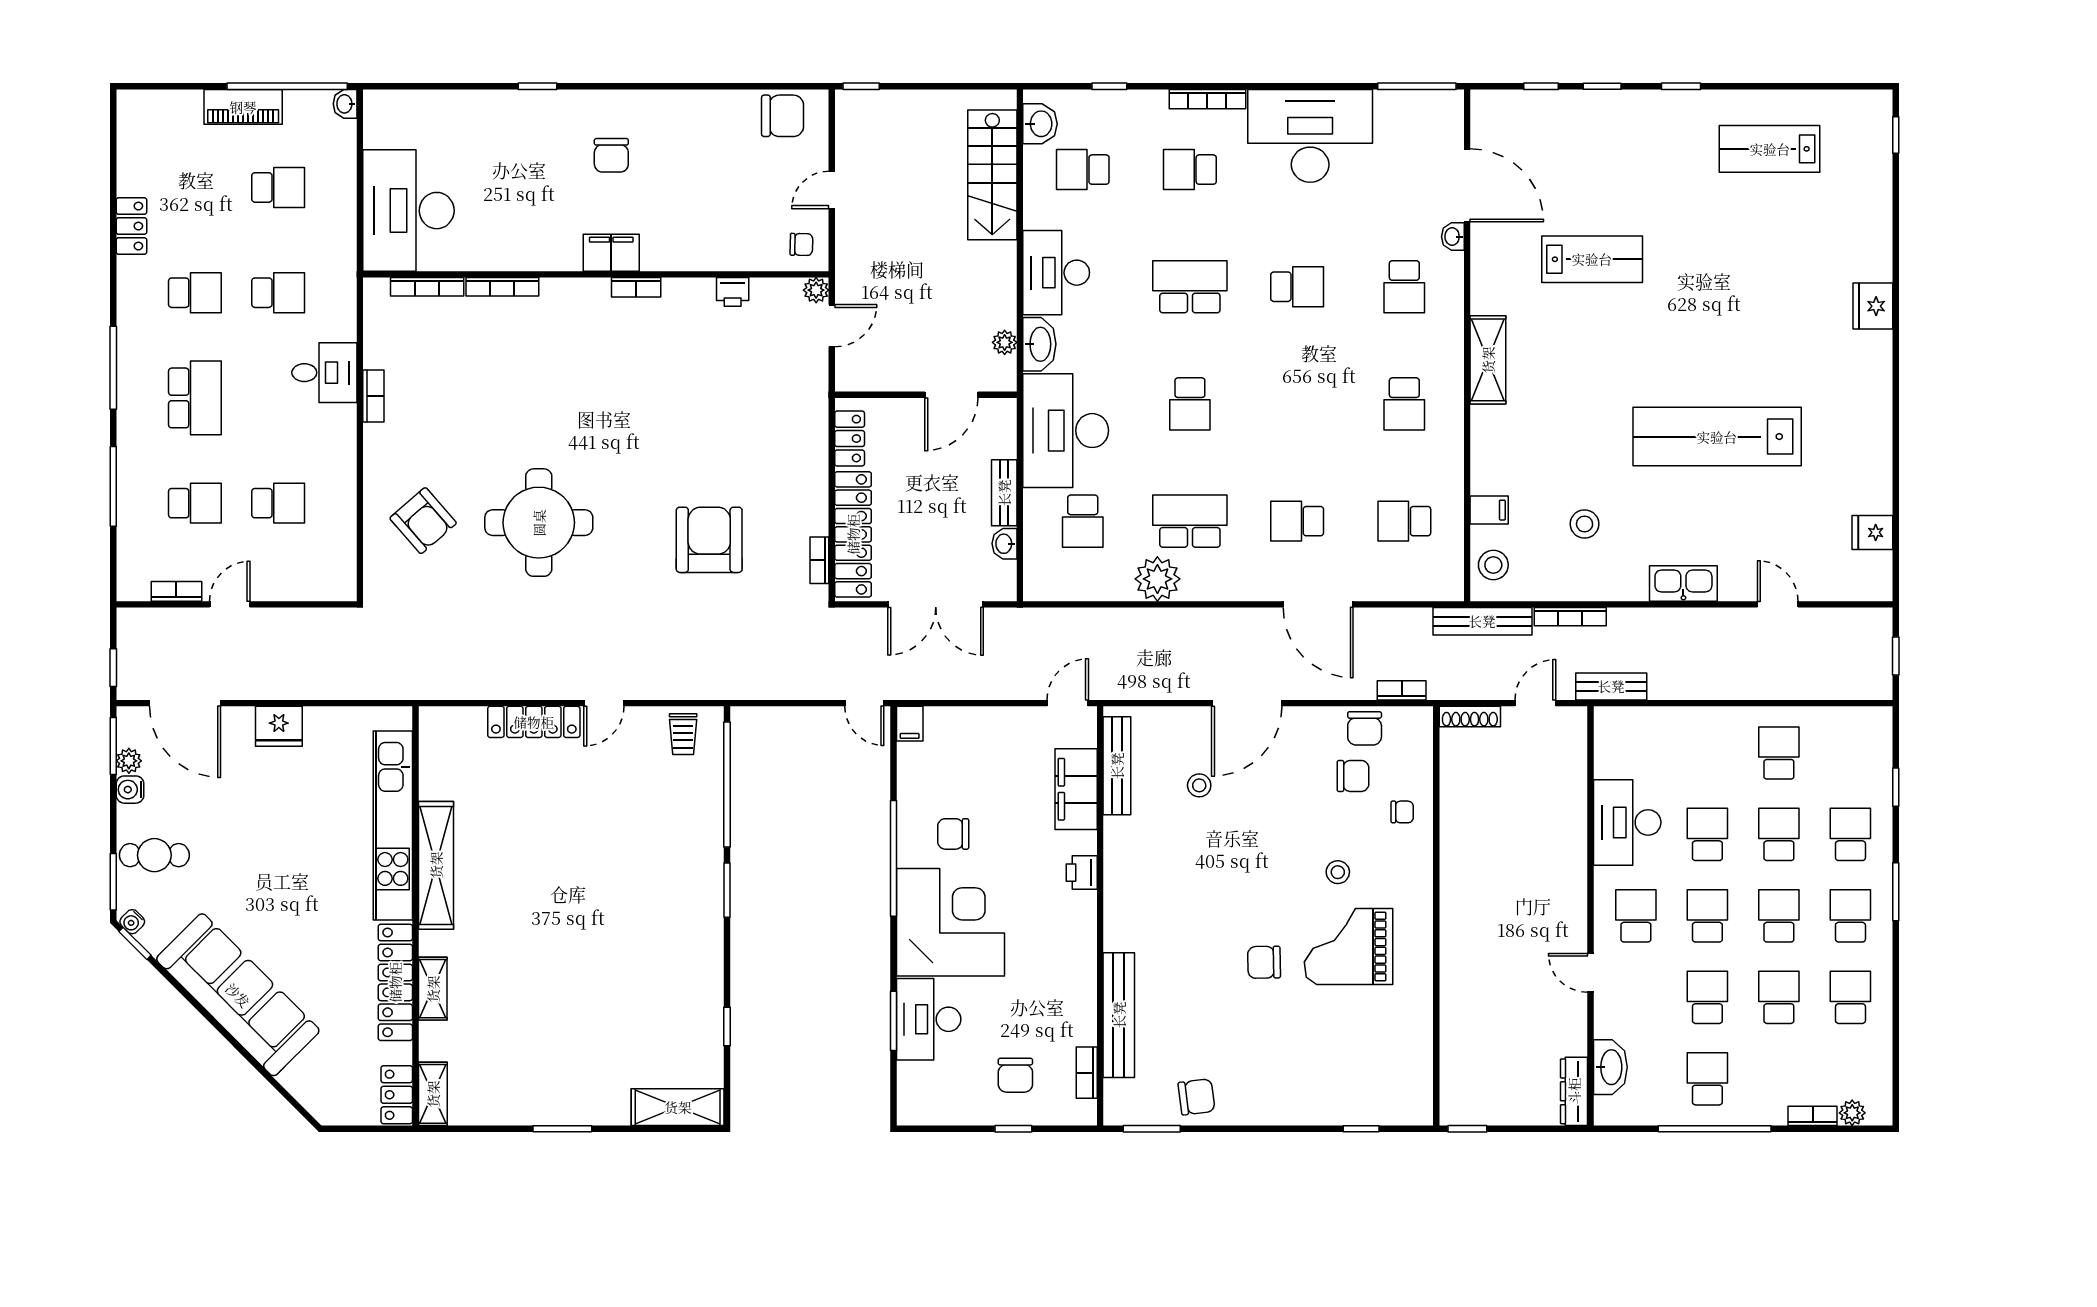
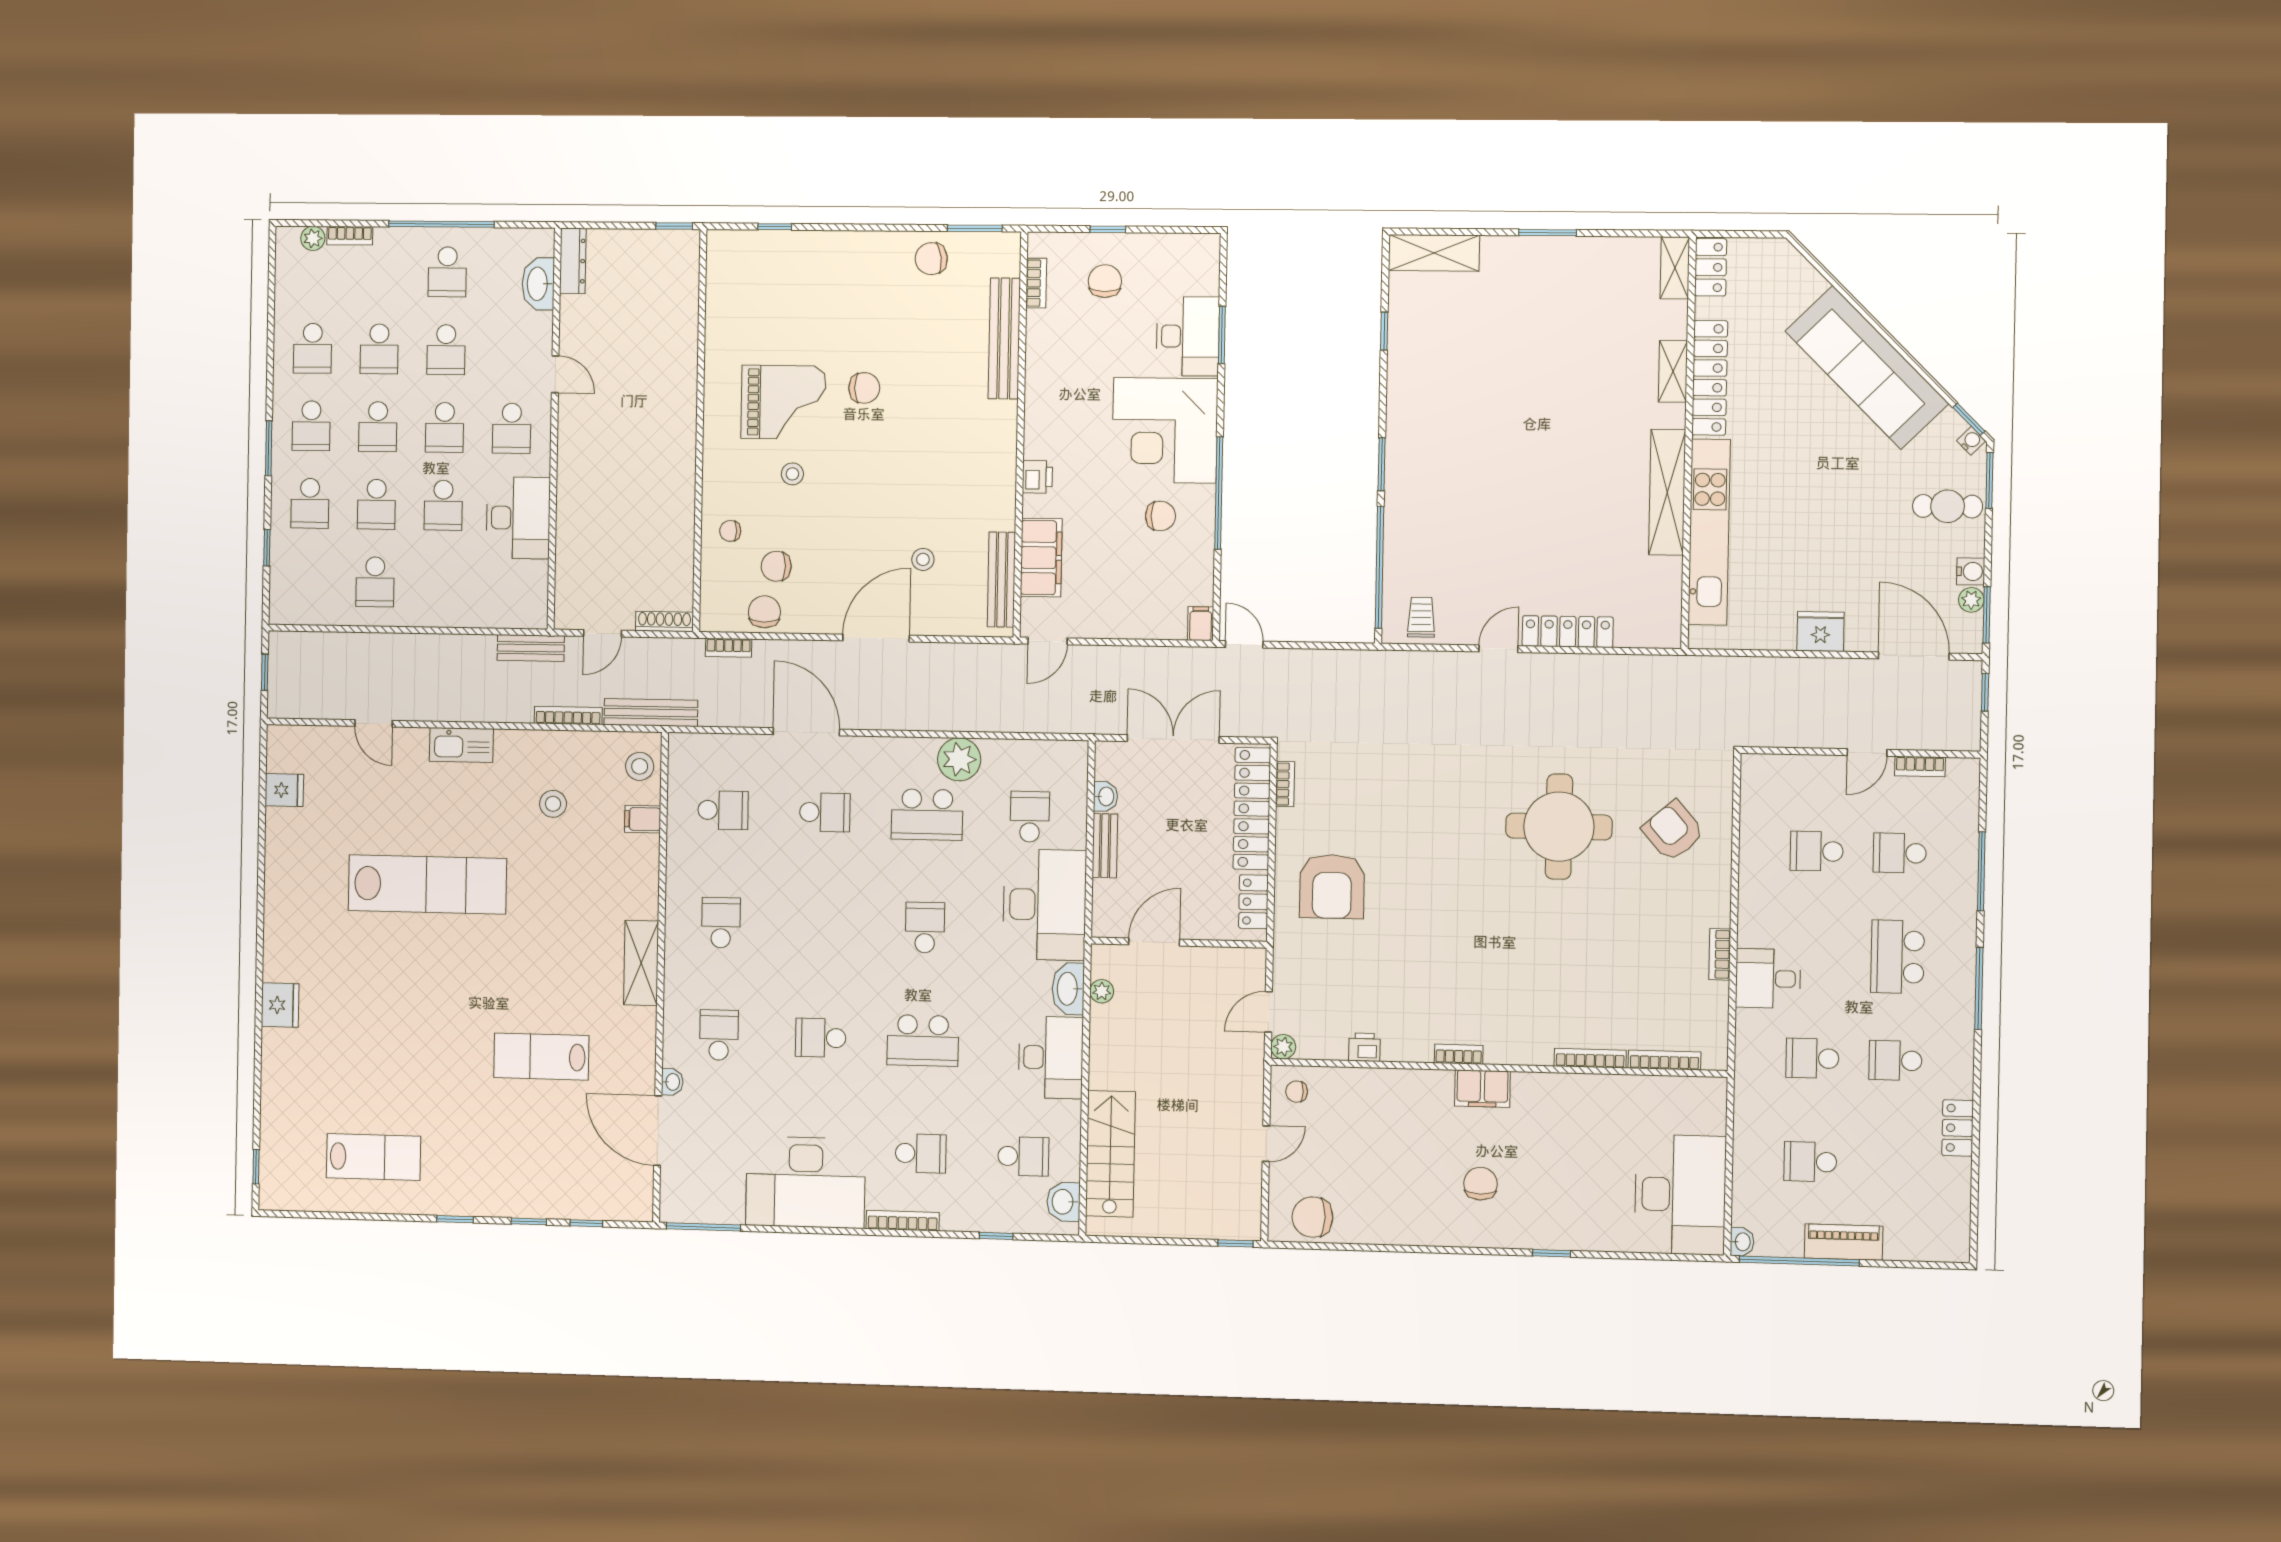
desk: (409, 211) -> (1680, 1195), moved
armchair: (709, 540) -> (1332, 886), moved

